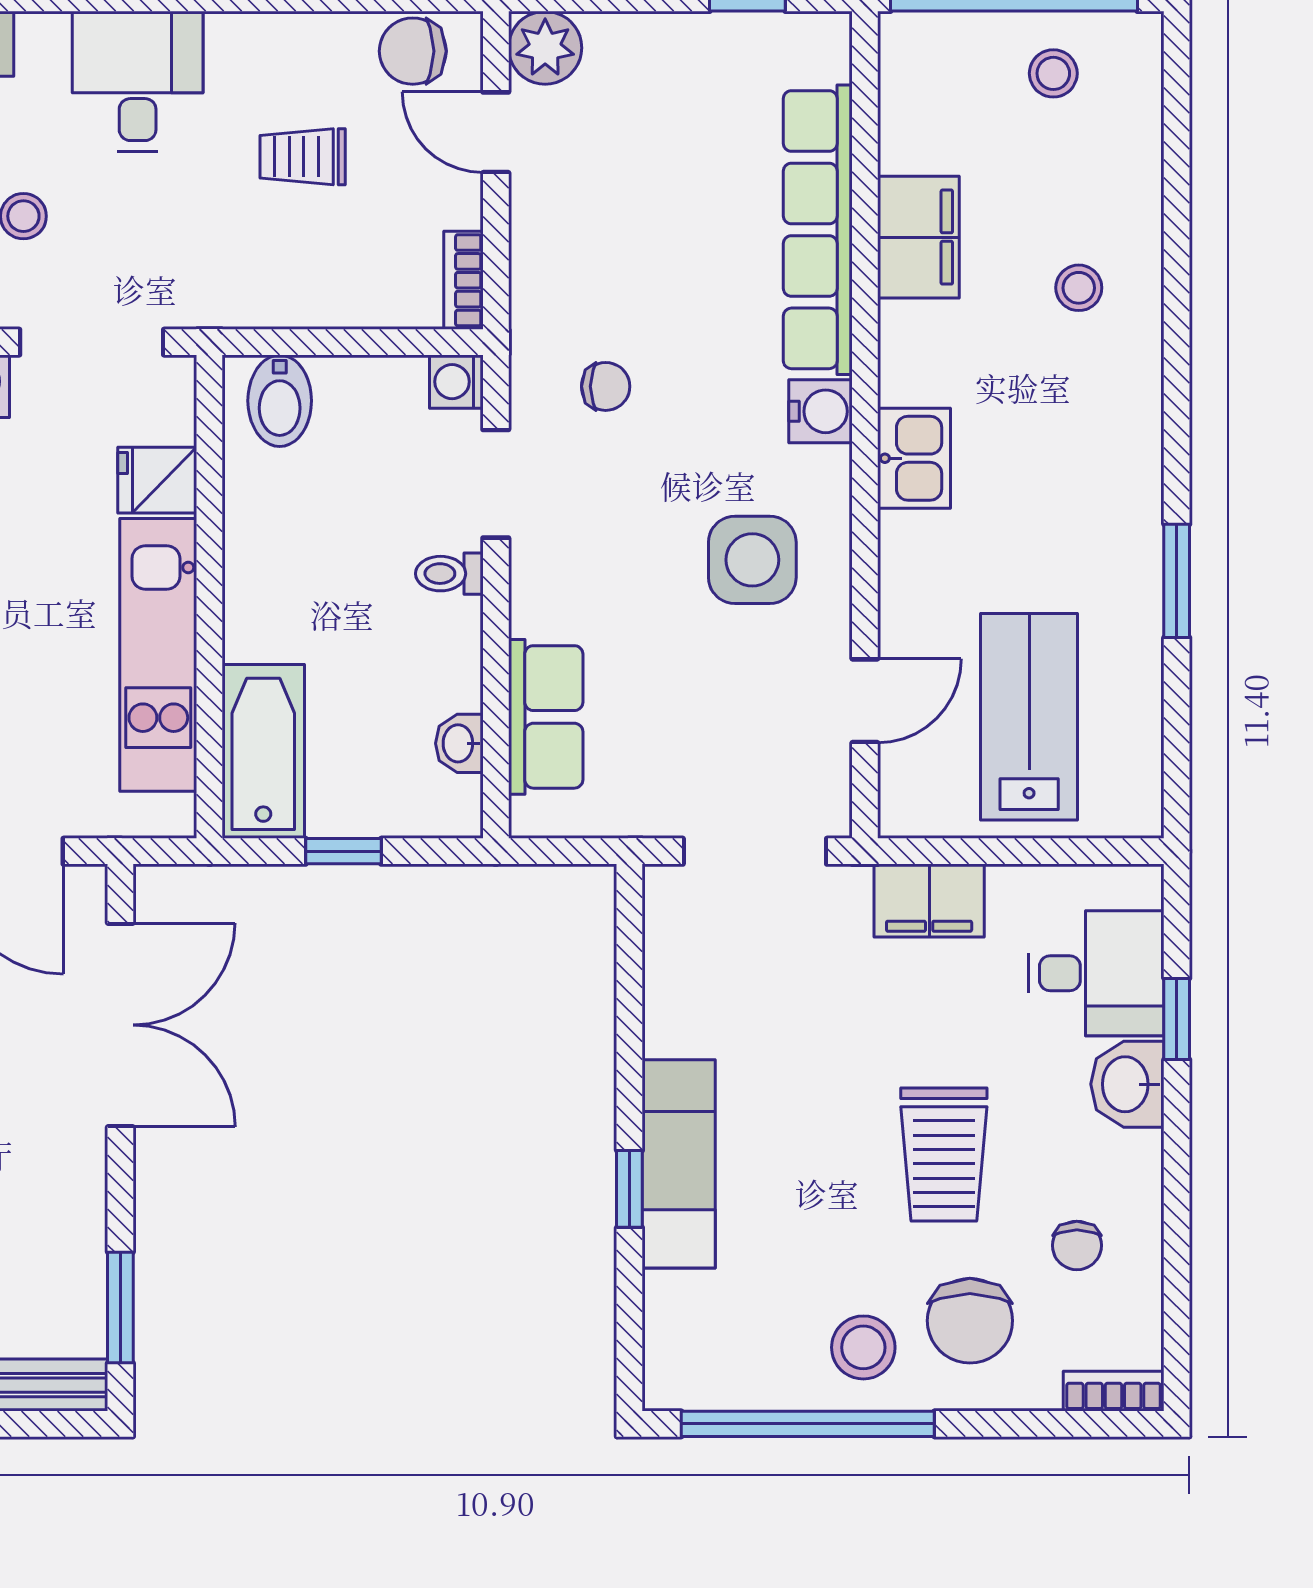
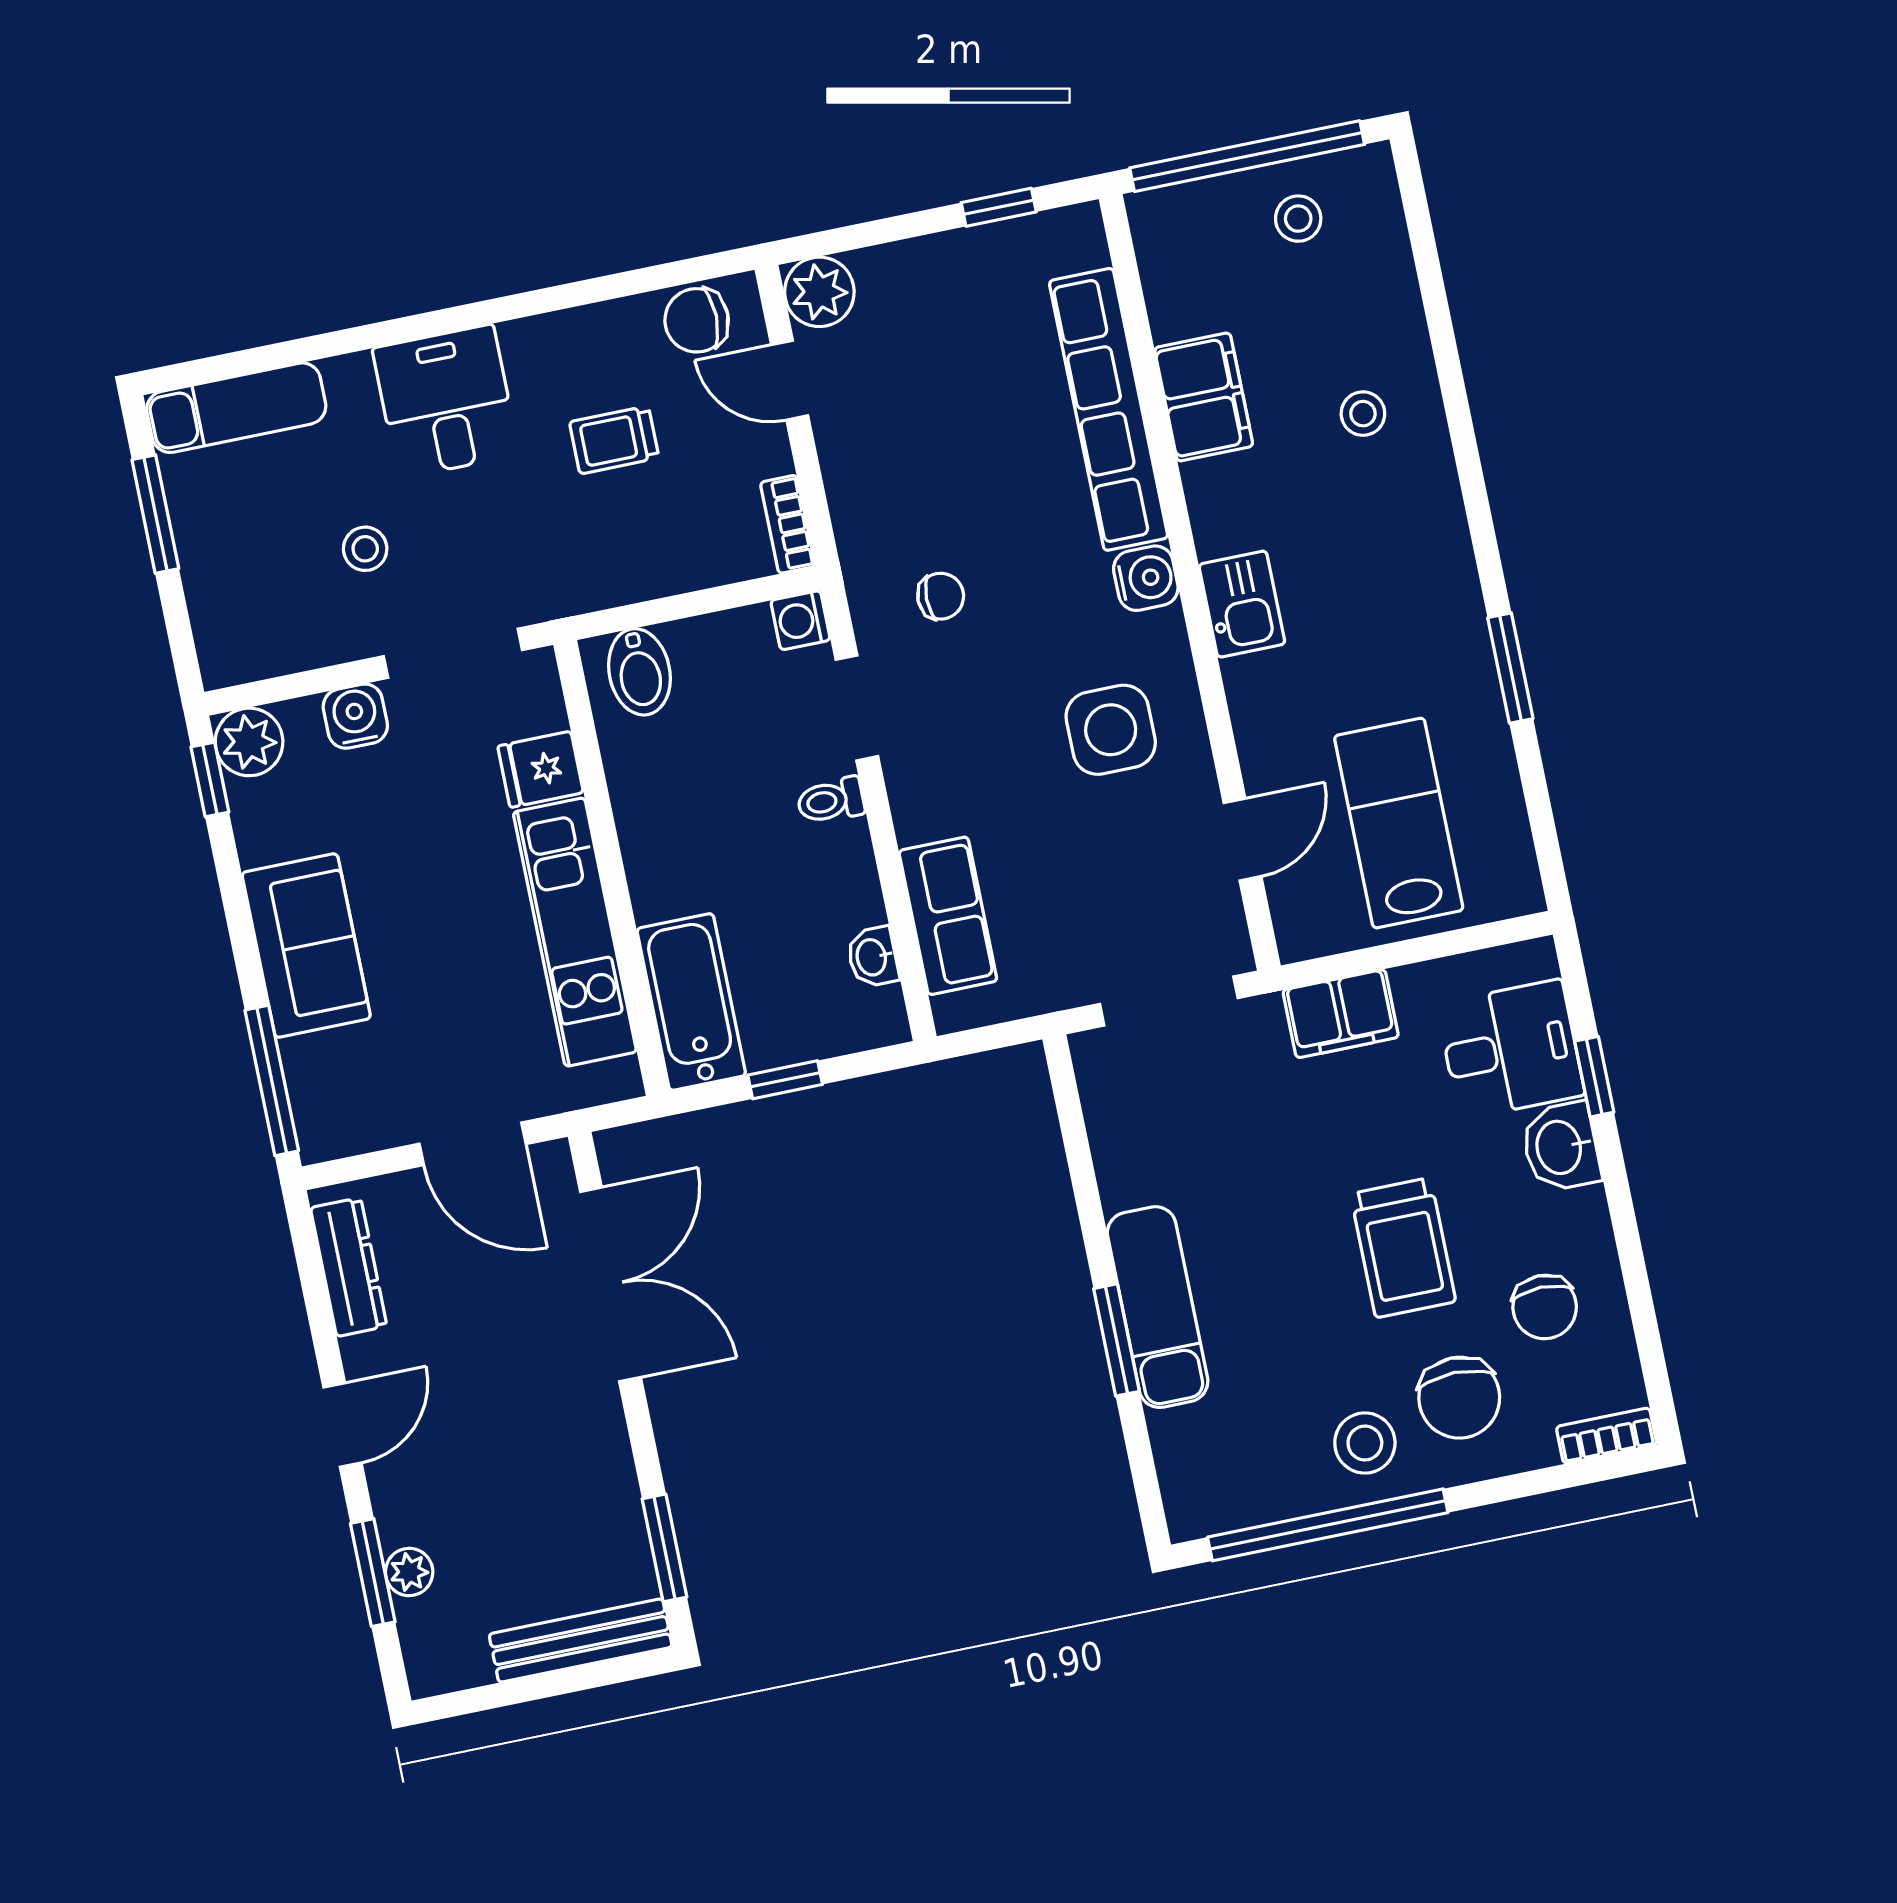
window: (629, 1189) -> (1116, 1340), width x1.50
chair: (1077, 1245) -> (1545, 1307), width x1.37, depth x1.37

